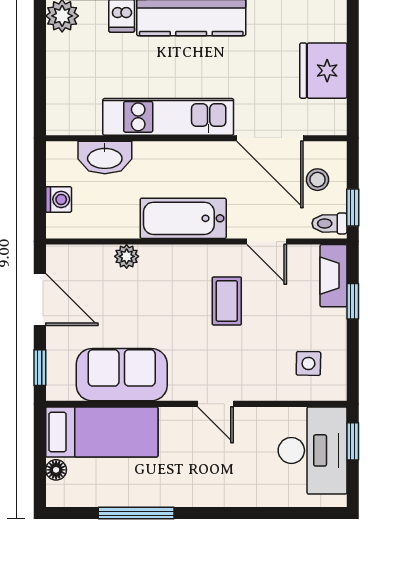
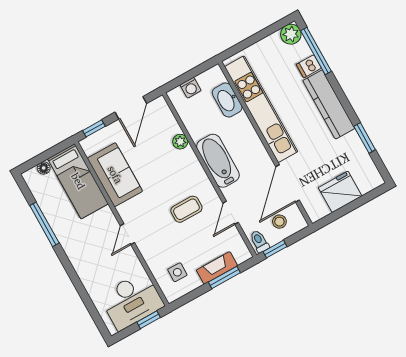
kitchen unit: (168, 117) -> (261, 109), width x1.36
fireplace: (334, 276) -> (217, 268), moved
window: (353, 301) -> (224, 277), width x1.50

